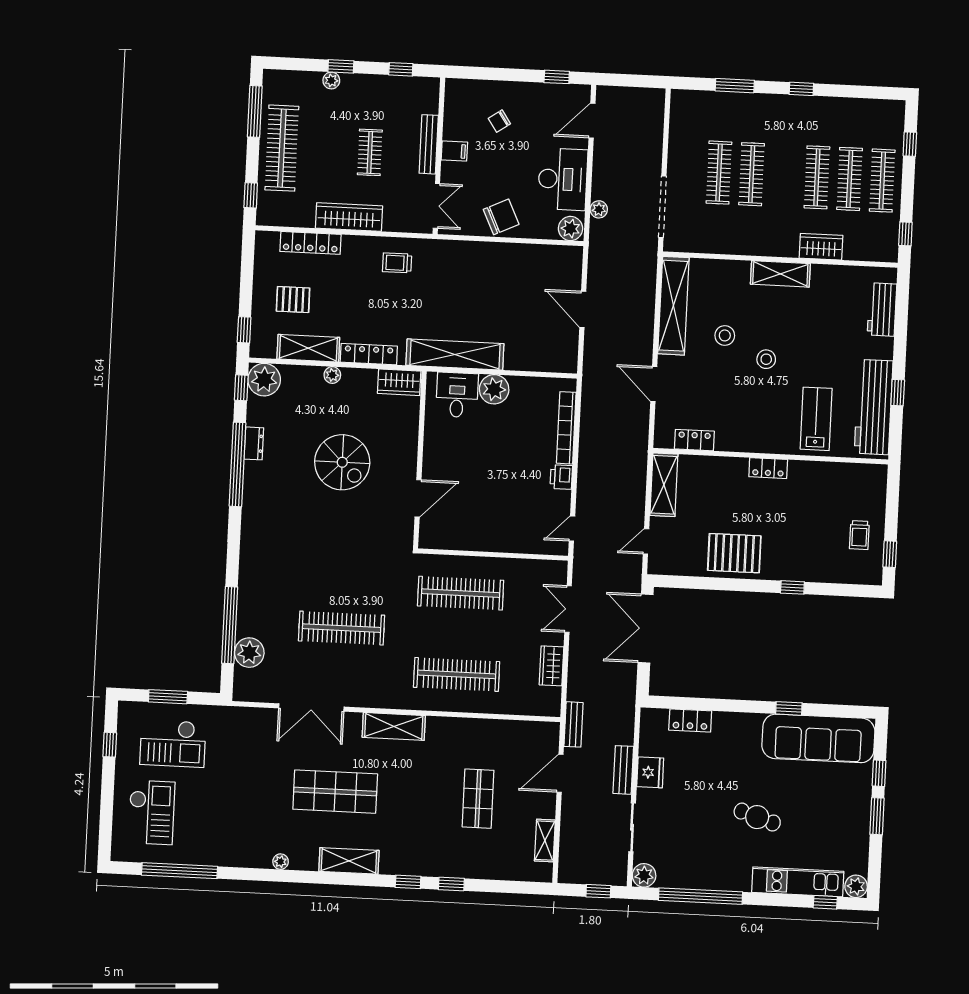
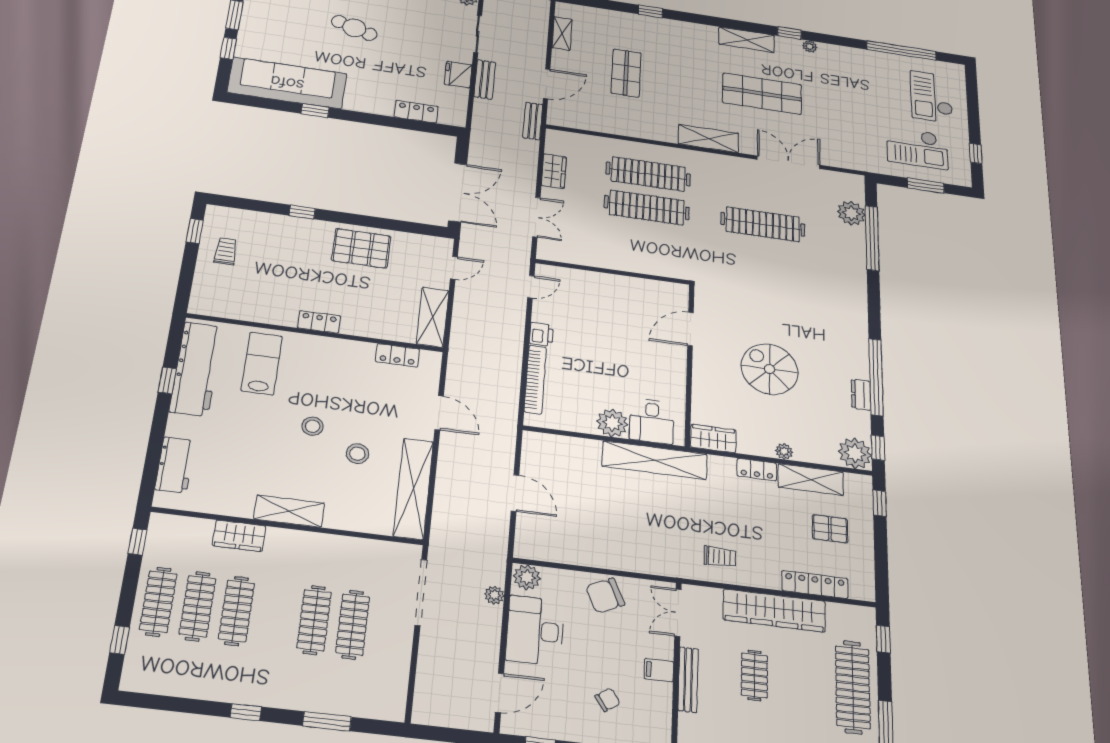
wardrobe: (349, 217) -> (774, 610), width x1.40, depth x1.17
locker: (369, 354) -> (757, 470), width x0.66
lab bench: (816, 419) -> (262, 363), turned 180
clothes rail: (461, 593) -> (647, 208), moved
checkout: (173, 743) -> (917, 148), turned 180
window: (408, 882) -> (790, 33), moved

